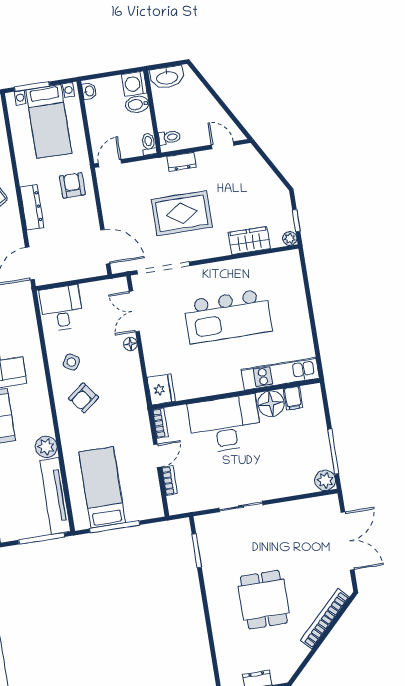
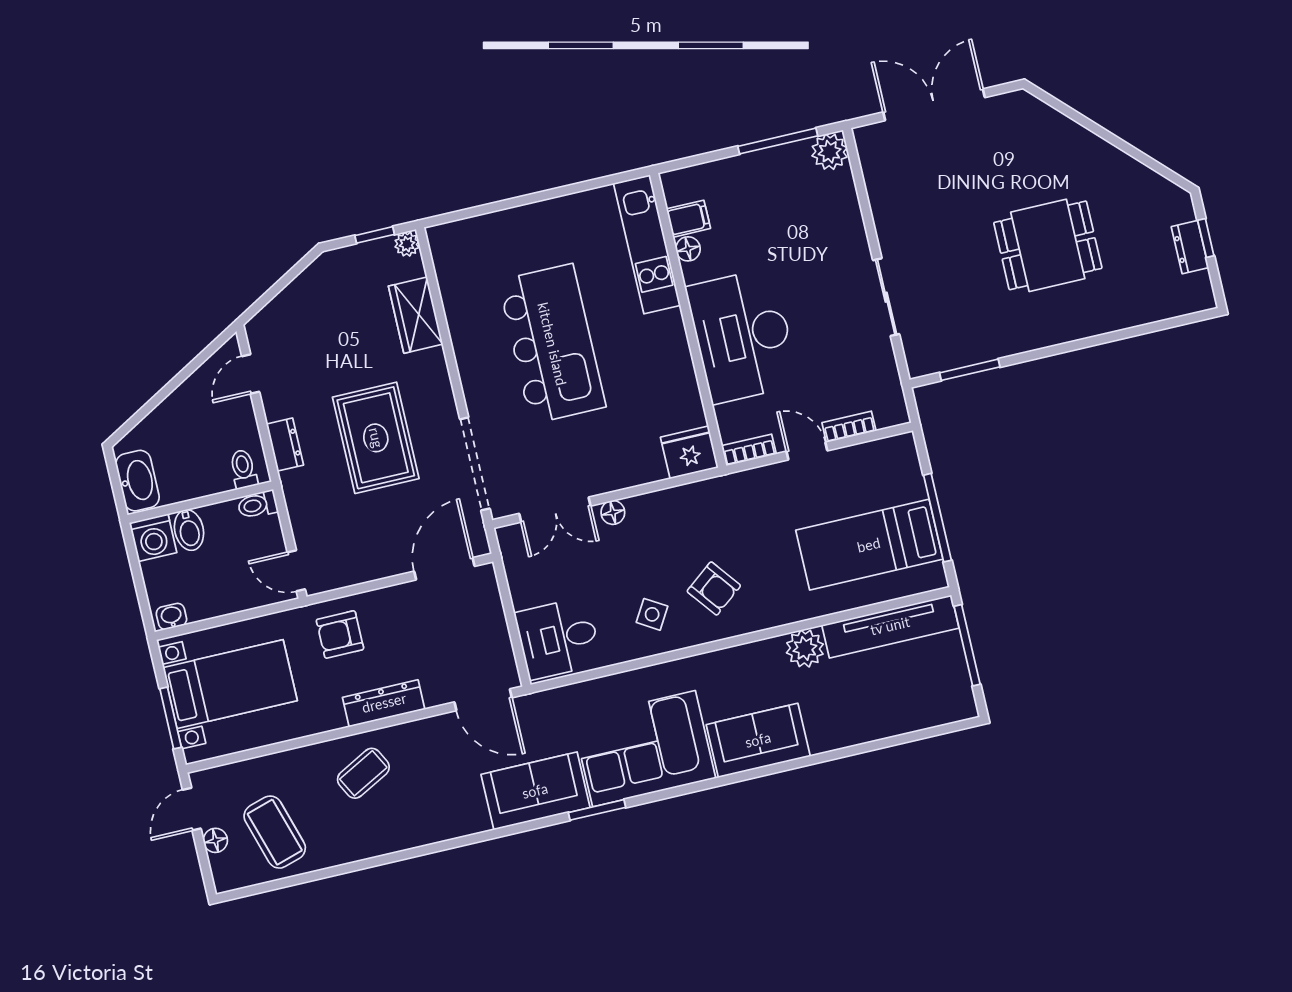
floor lamp: (271, 404) -> (688, 249), width x0.53, depth x0.53
bookcase: (325, 619) -> (1074, 135), removed

